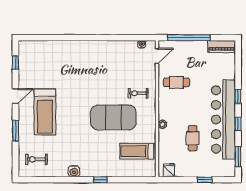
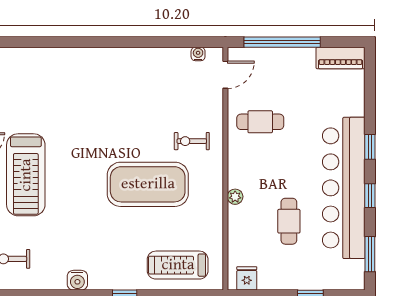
treadmill: (137, 151) -> (178, 265), moved

